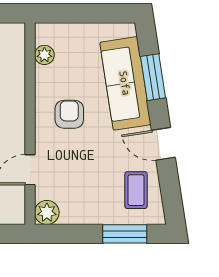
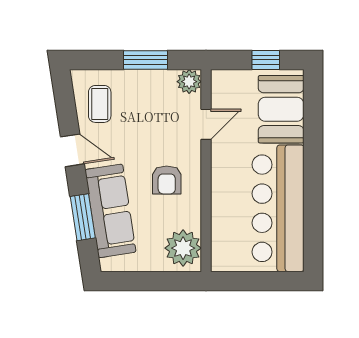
plant: (44, 55) -> (183, 248), width x1.88, depth x1.88
window: (125, 234) -> (145, 60), moved

